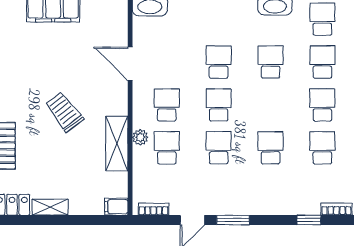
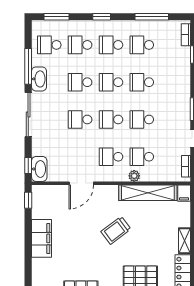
school desk: (271, 105) -> (111, 82), added
shelving: (117, 143) -> (148, 193), width x1.47

